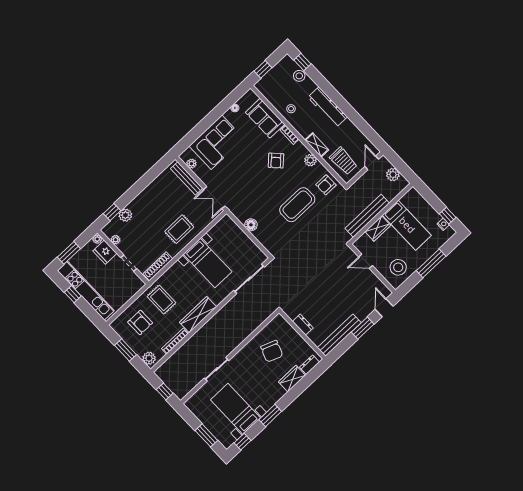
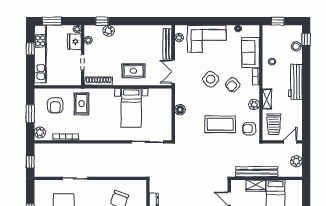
side table: (253, 174) -> (211, 79), added
wardrobe: (198, 315) -> (95, 134), removed

